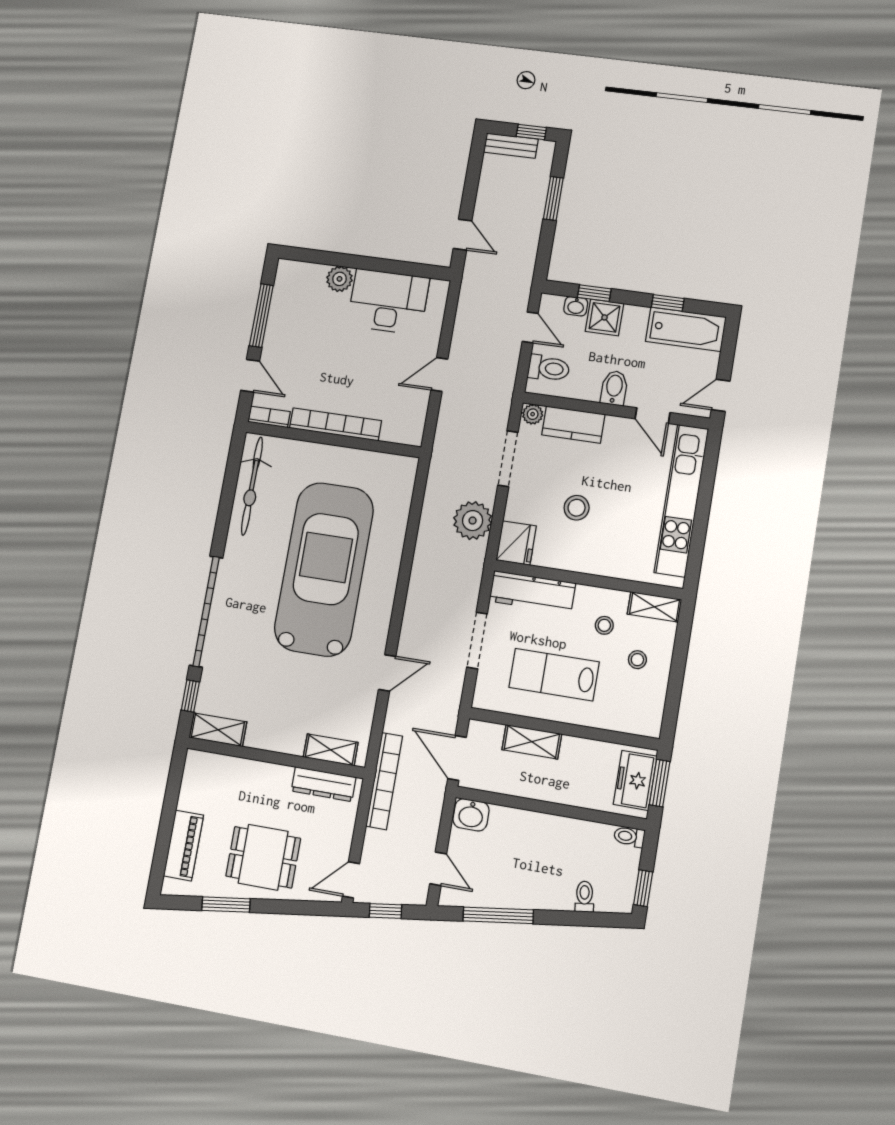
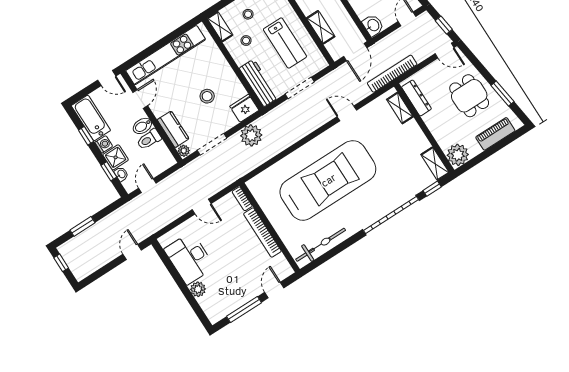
bench: (511, 146) -> (75, 266), removed
washing machine: (636, 316) -> (104, 144), added
toilet: (549, 368) -> (149, 139), moved, turned -90
bookcase: (269, 417) -> (242, 199), moved
car: (324, 569) -> (328, 180), turned 180
plant: (202, 770) -> (458, 155), added

